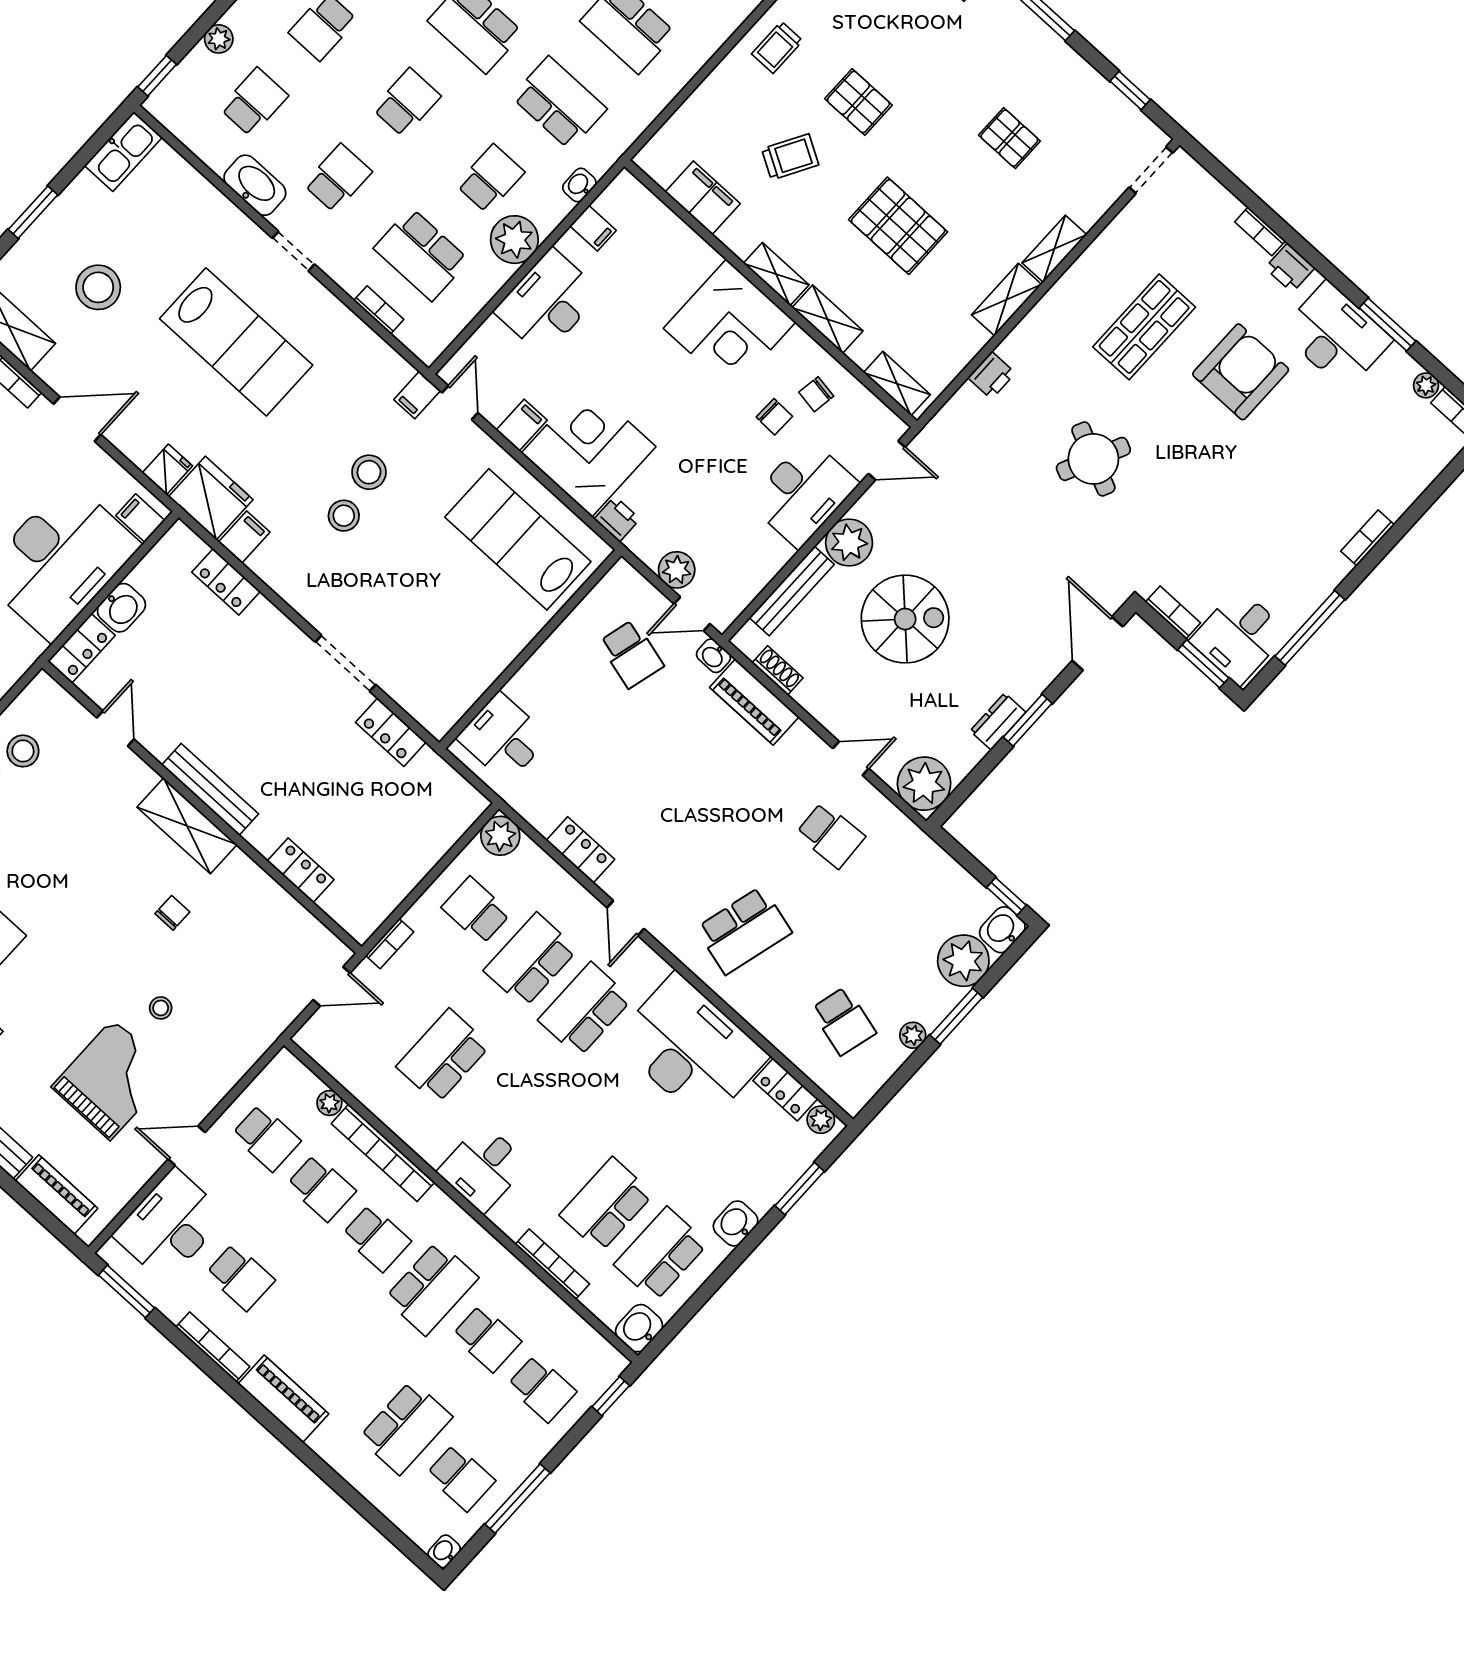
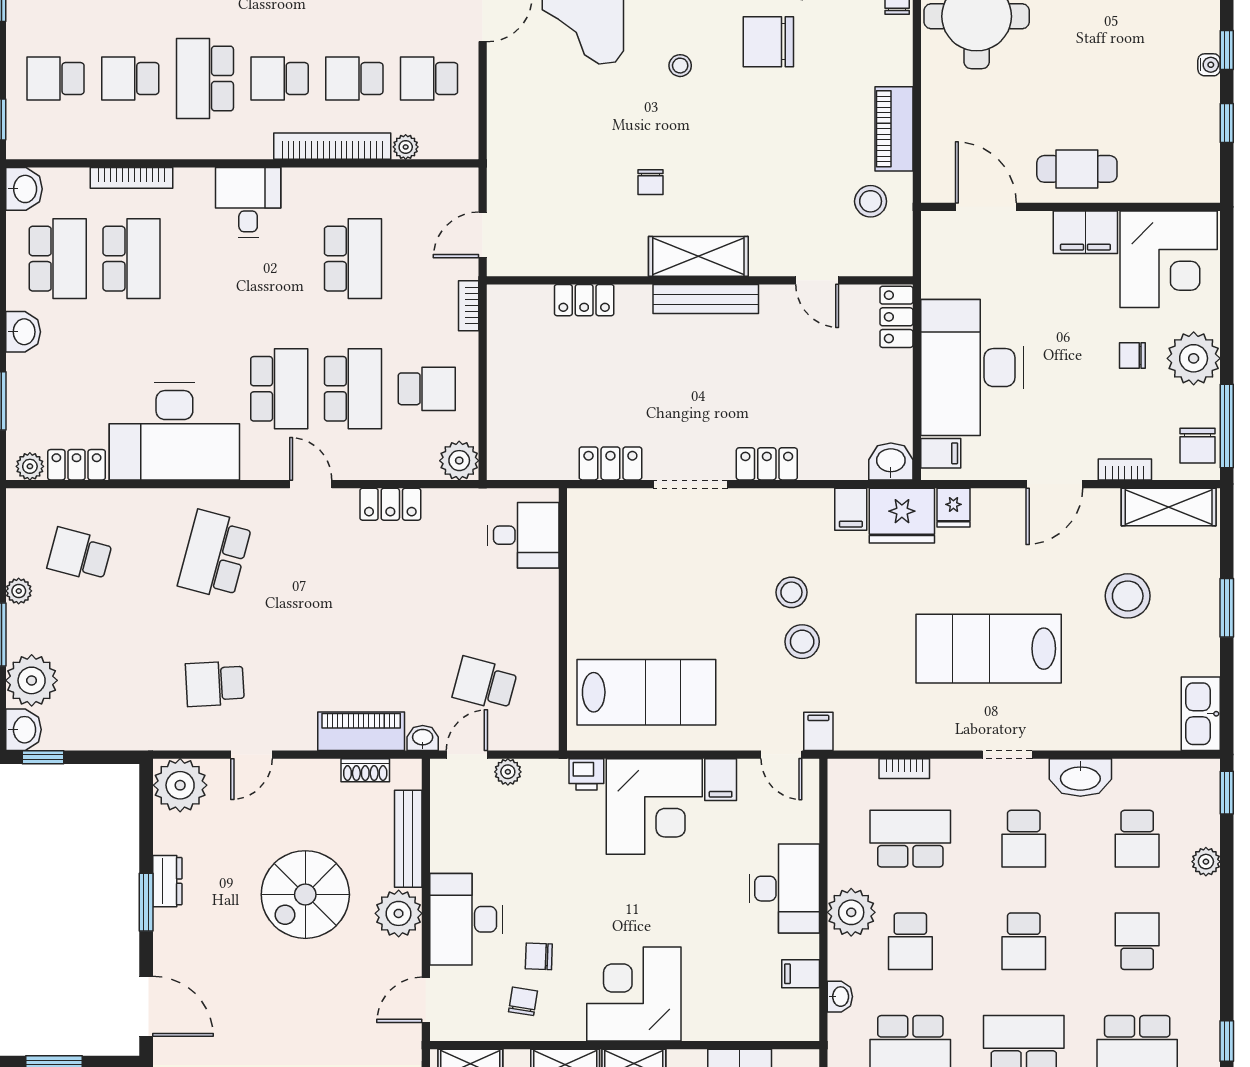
plant: (677, 570) -> (508, 772), width x0.73, depth x0.73
locker: (226, 582) -> (767, 464), moved
washbasin: (121, 608) -> (891, 461), moved, turned 90
stool: (161, 1008) -> (680, 66), moved

